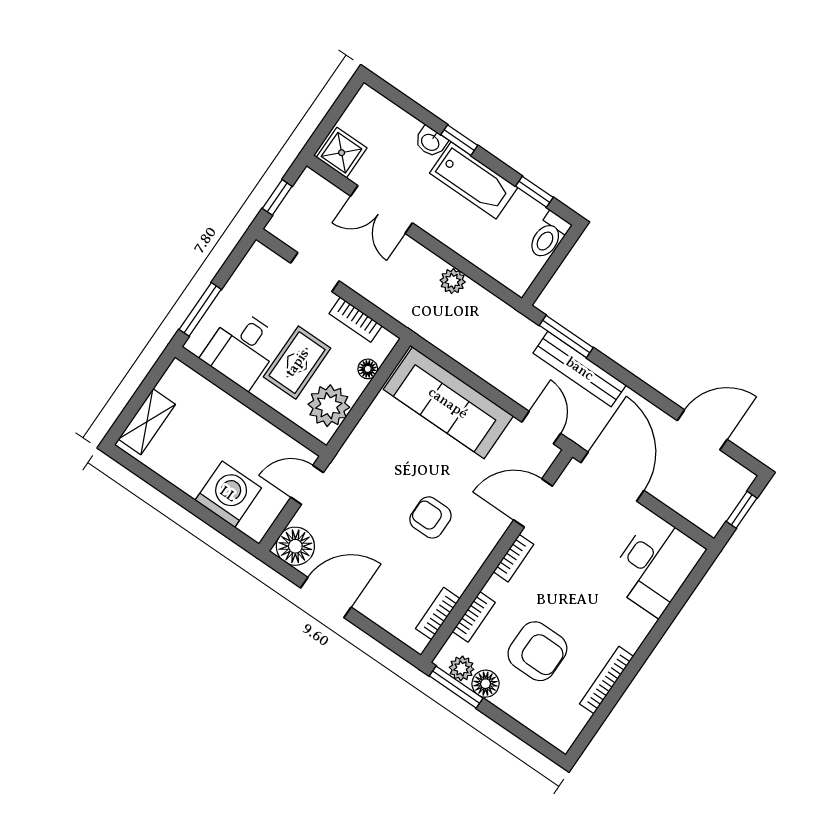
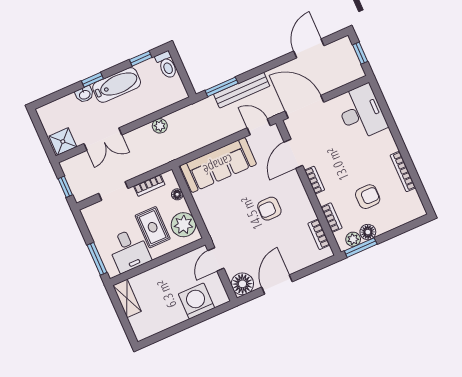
shelving: (147, 422) -> (127, 298), moved
armchair: (537, 651) -> (368, 197), width x0.72, depth x0.72

